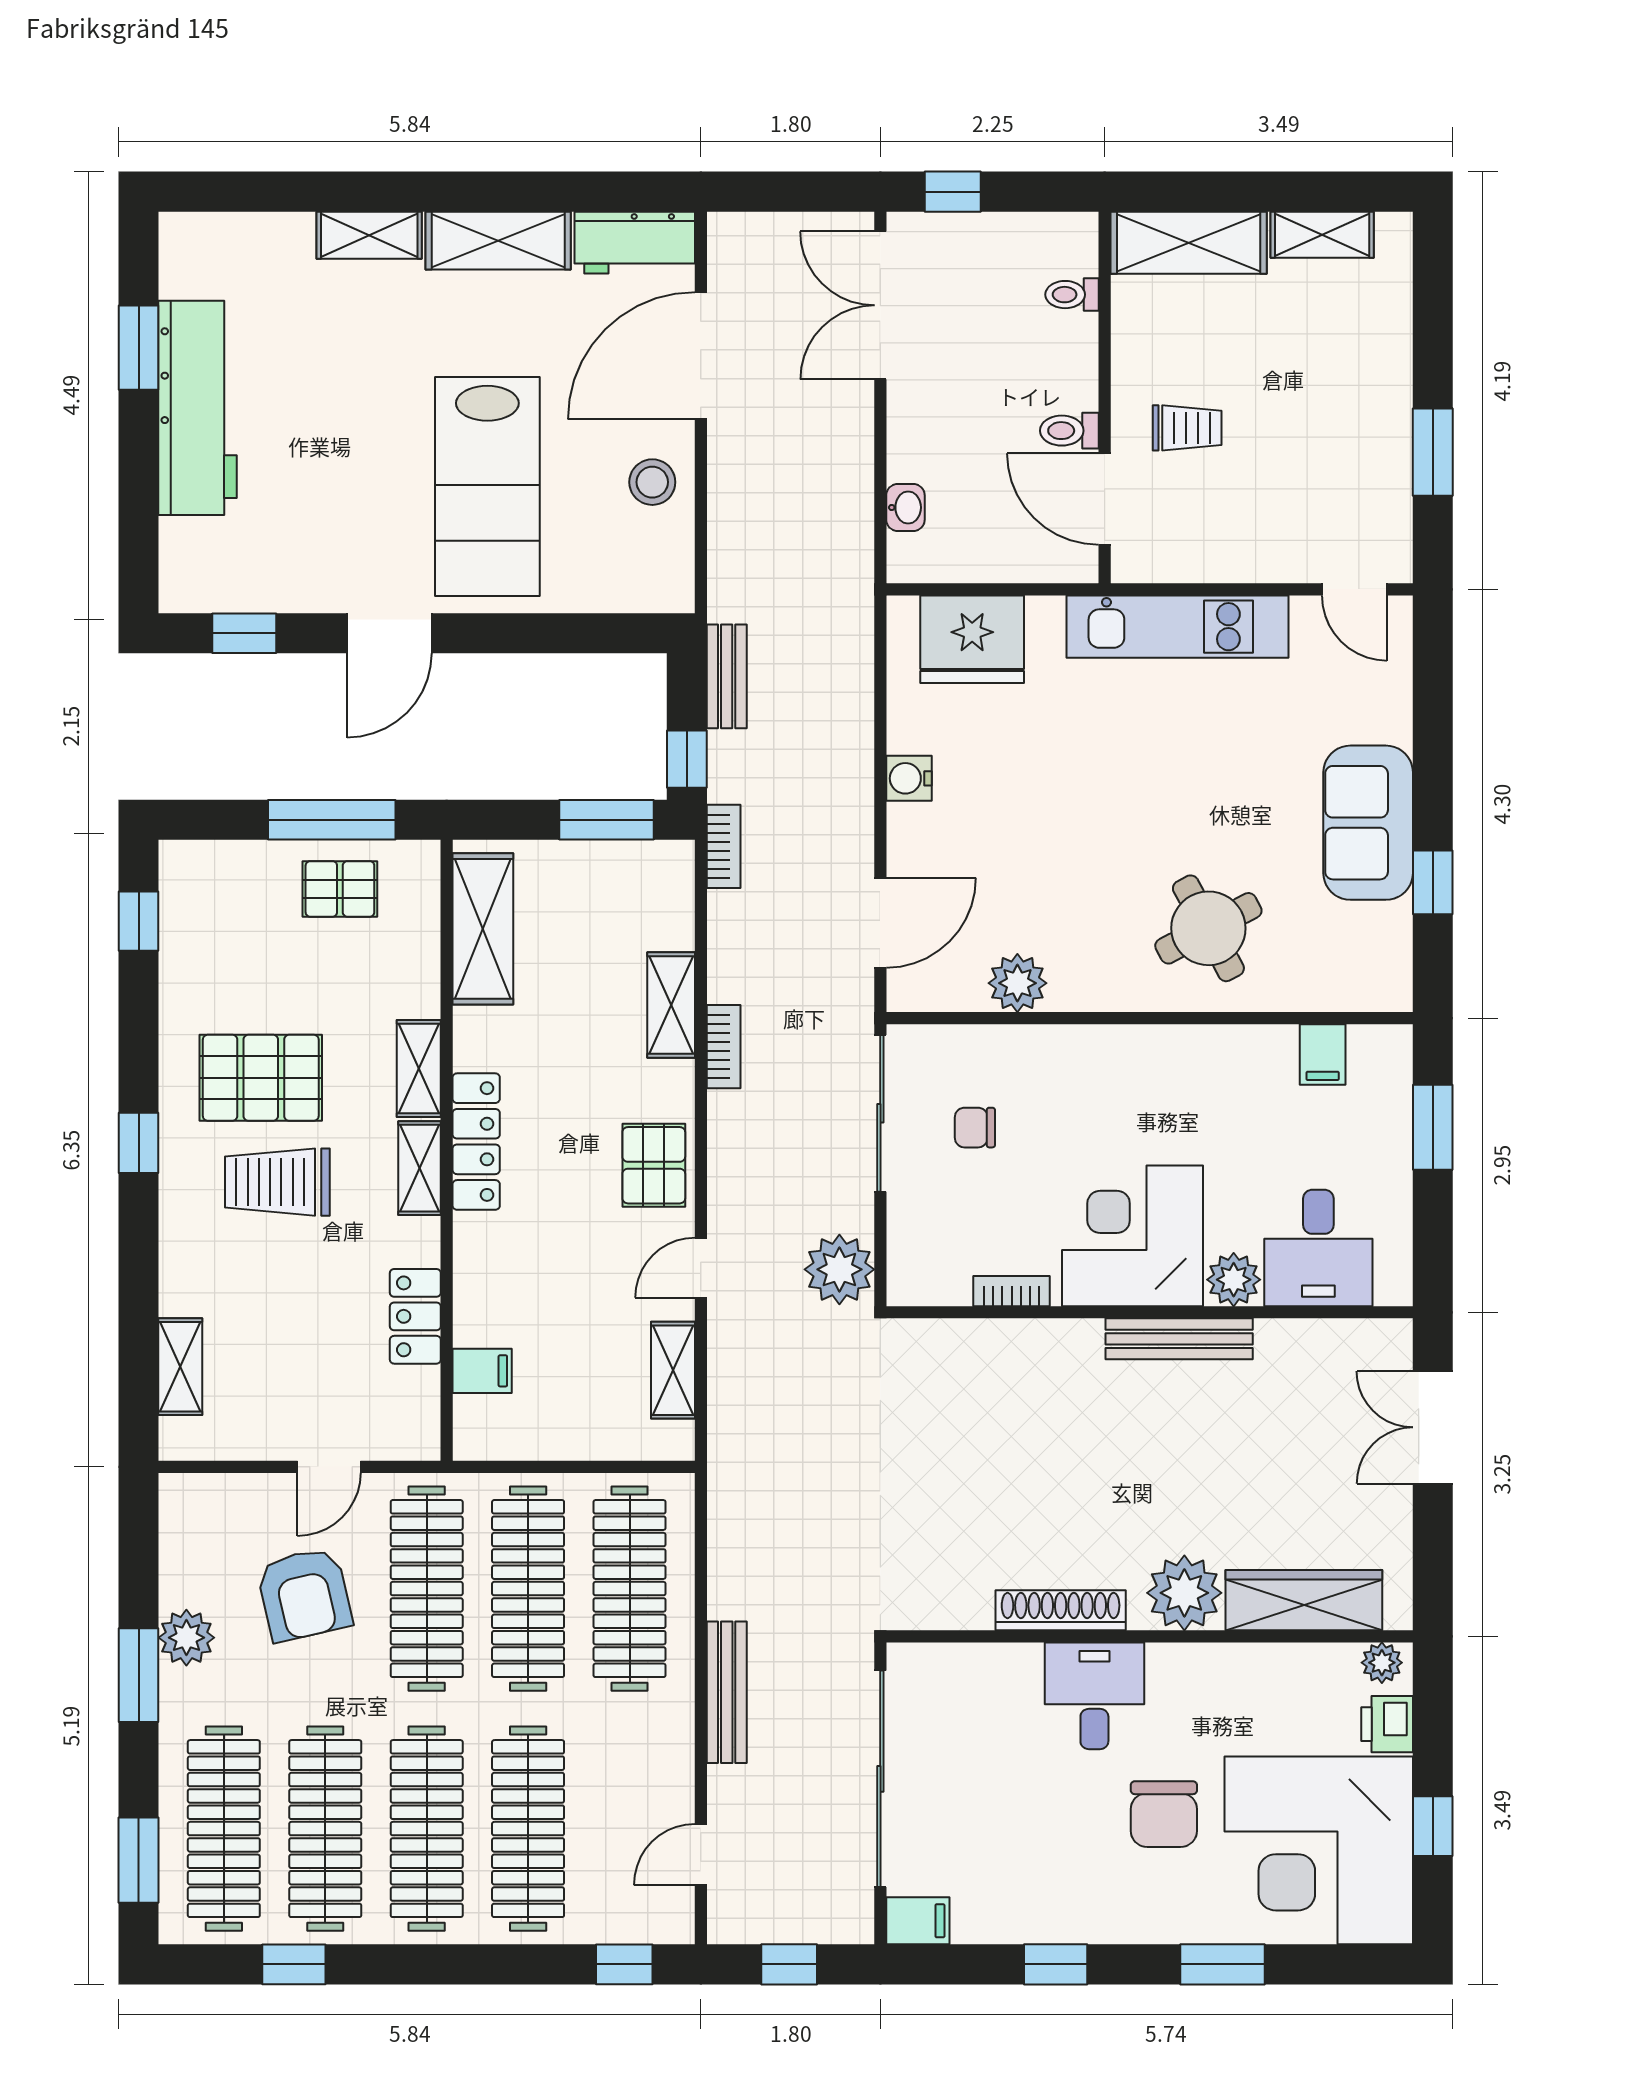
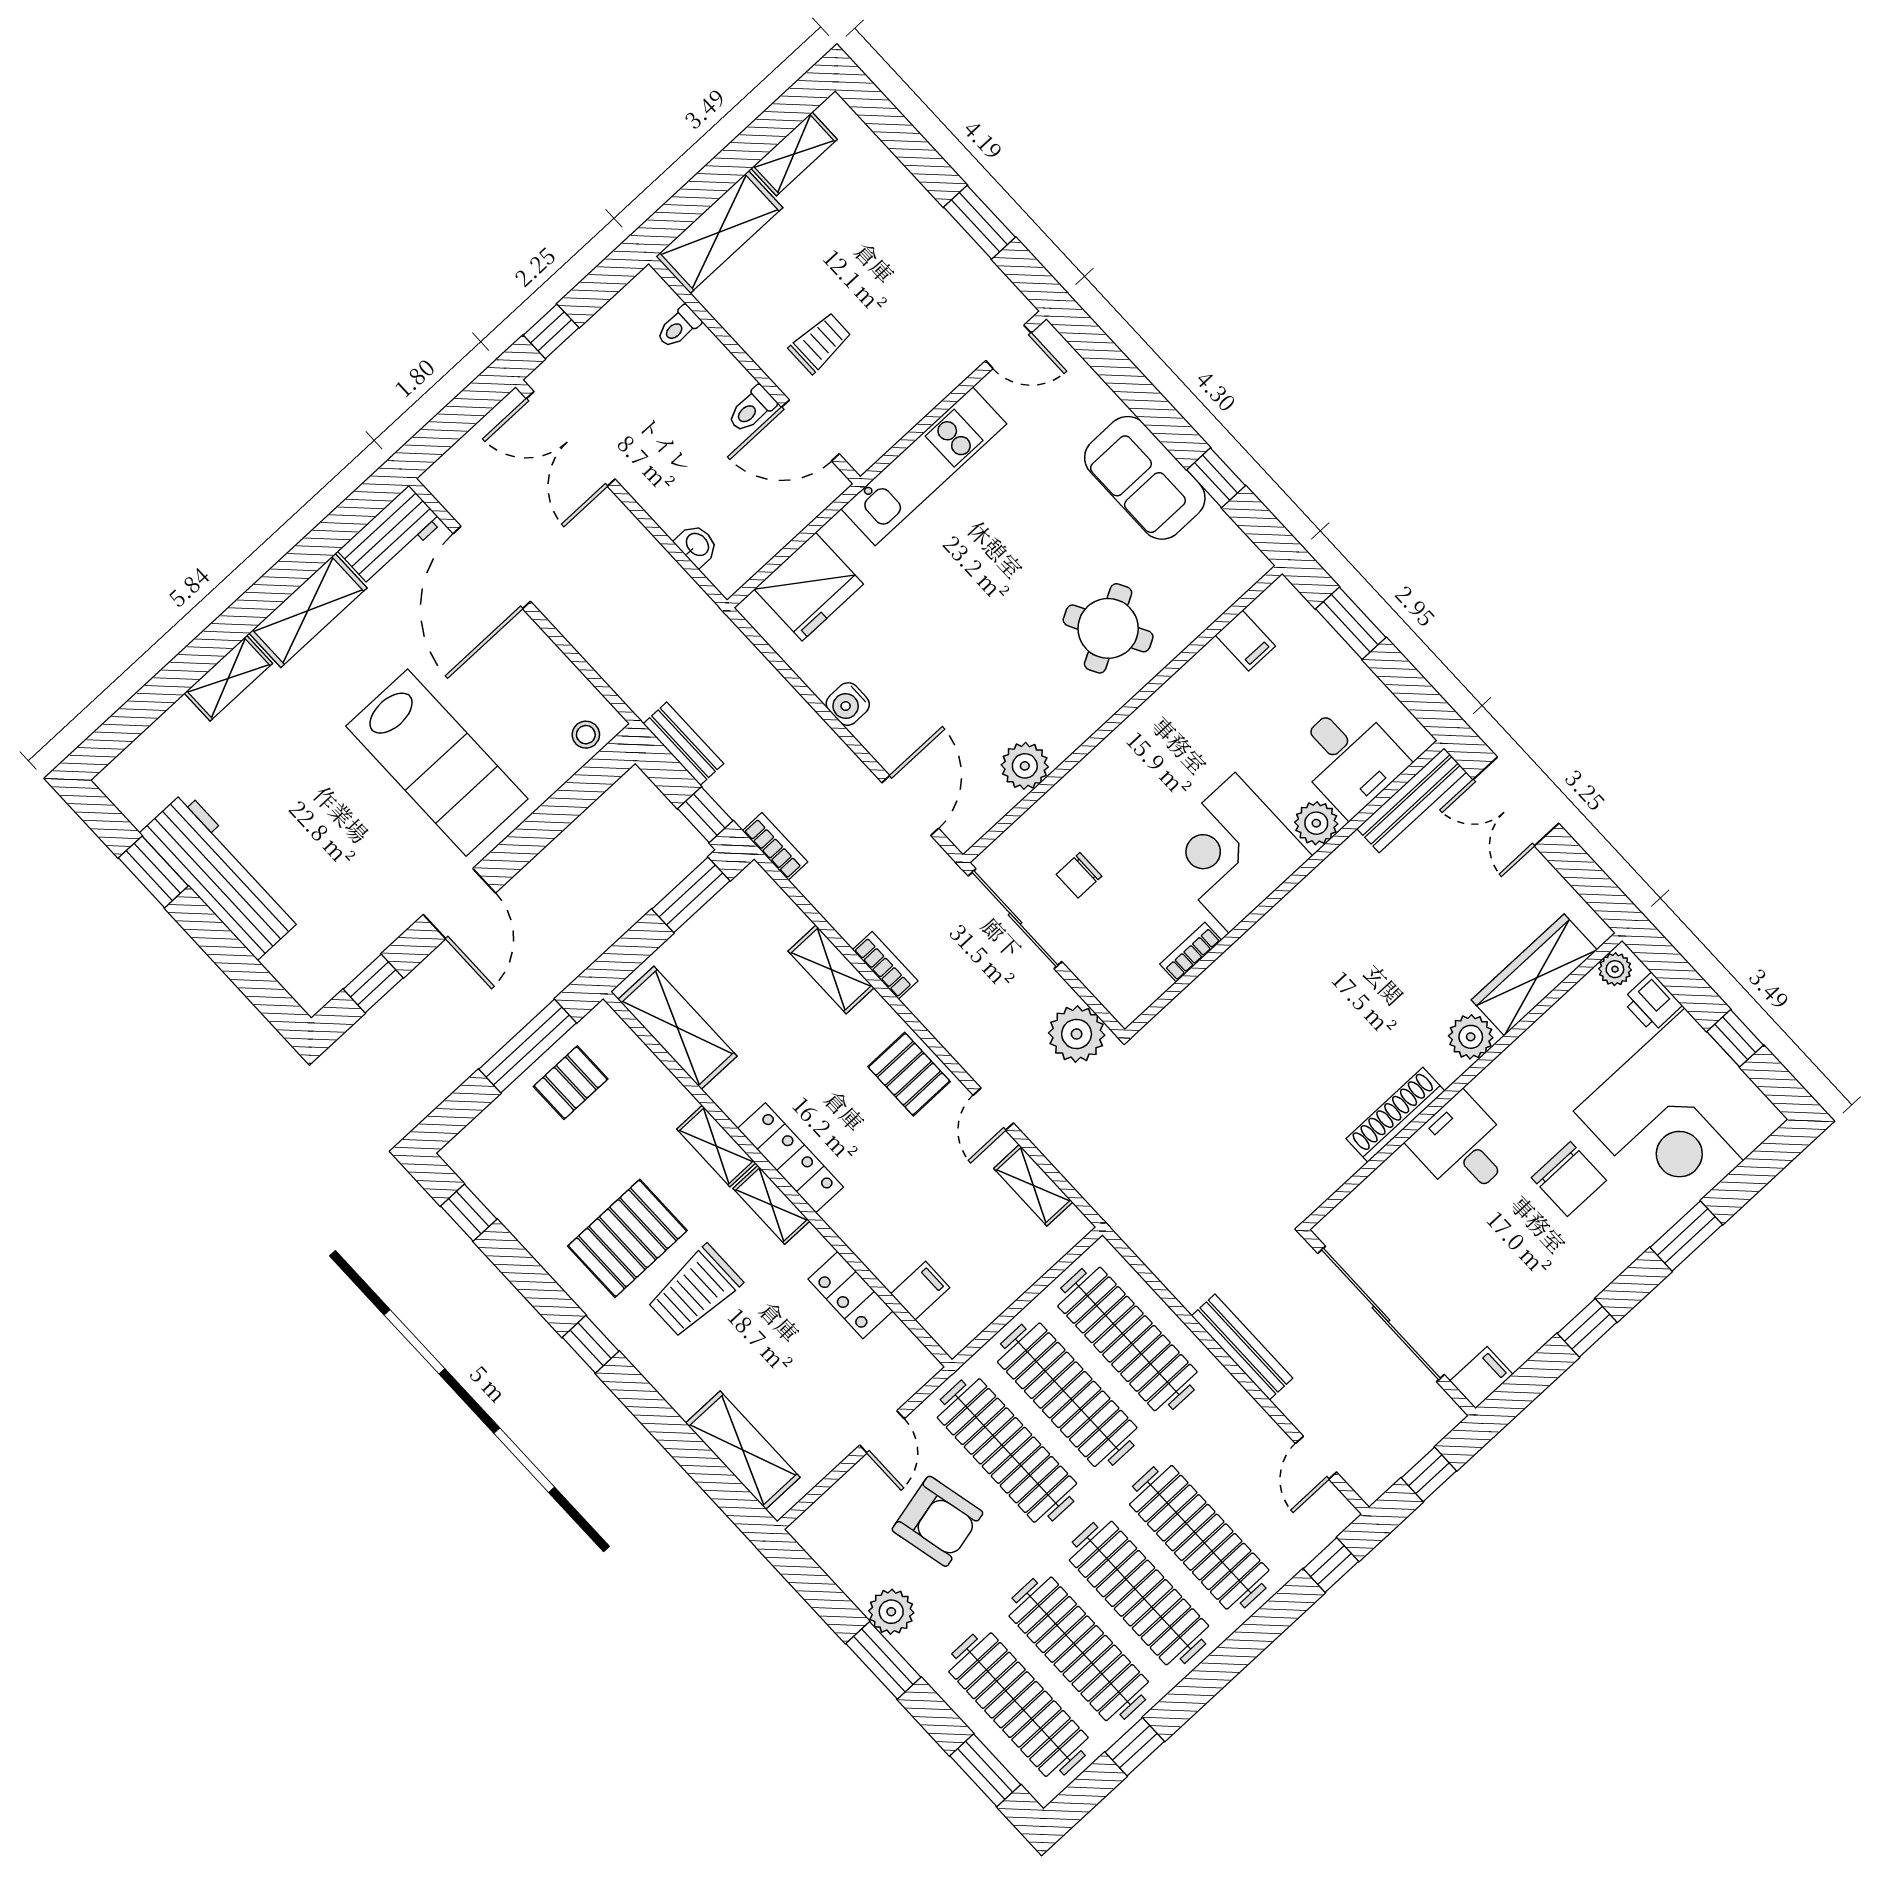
stool: (652, 482) -> (586, 735), moved, width x0.73, depth x0.73
bench: (1179, 1339) -> (1412, 800), moved
shelving: (180, 1367) -> (743, 1450), width x1.50, depth x1.33
plant: (1184, 1593) -> (1471, 1037), width x0.73, depth x0.73

